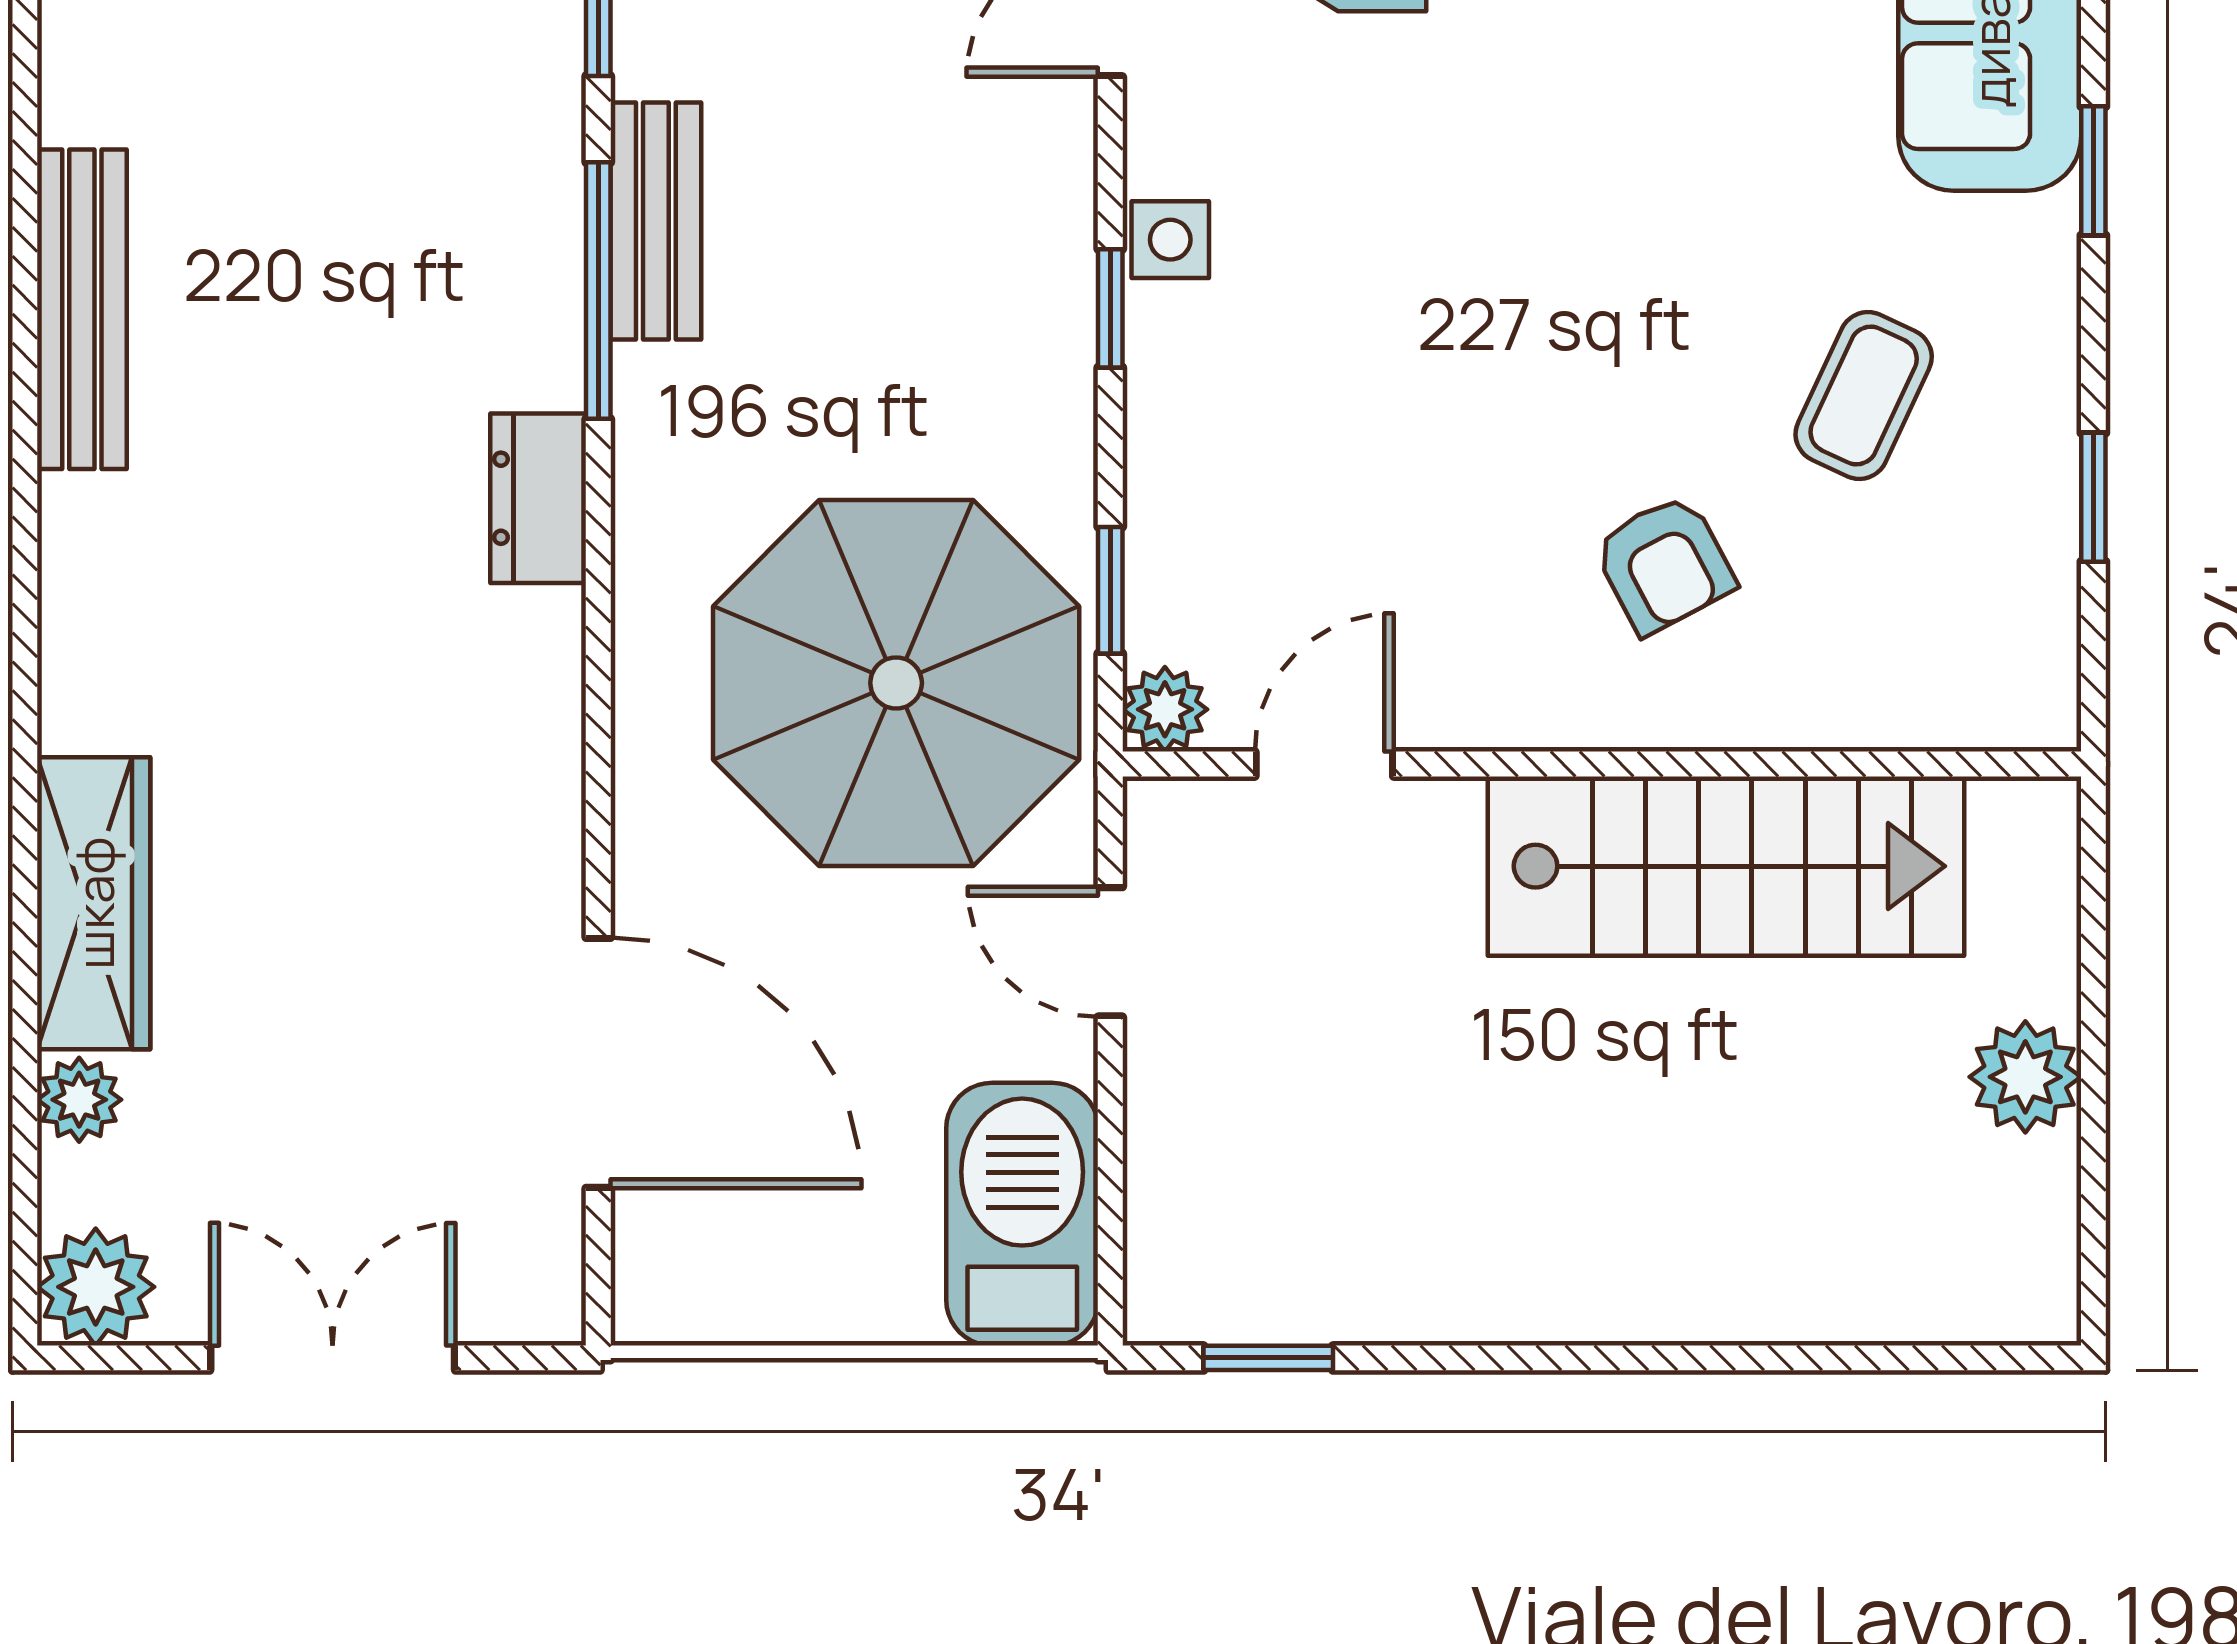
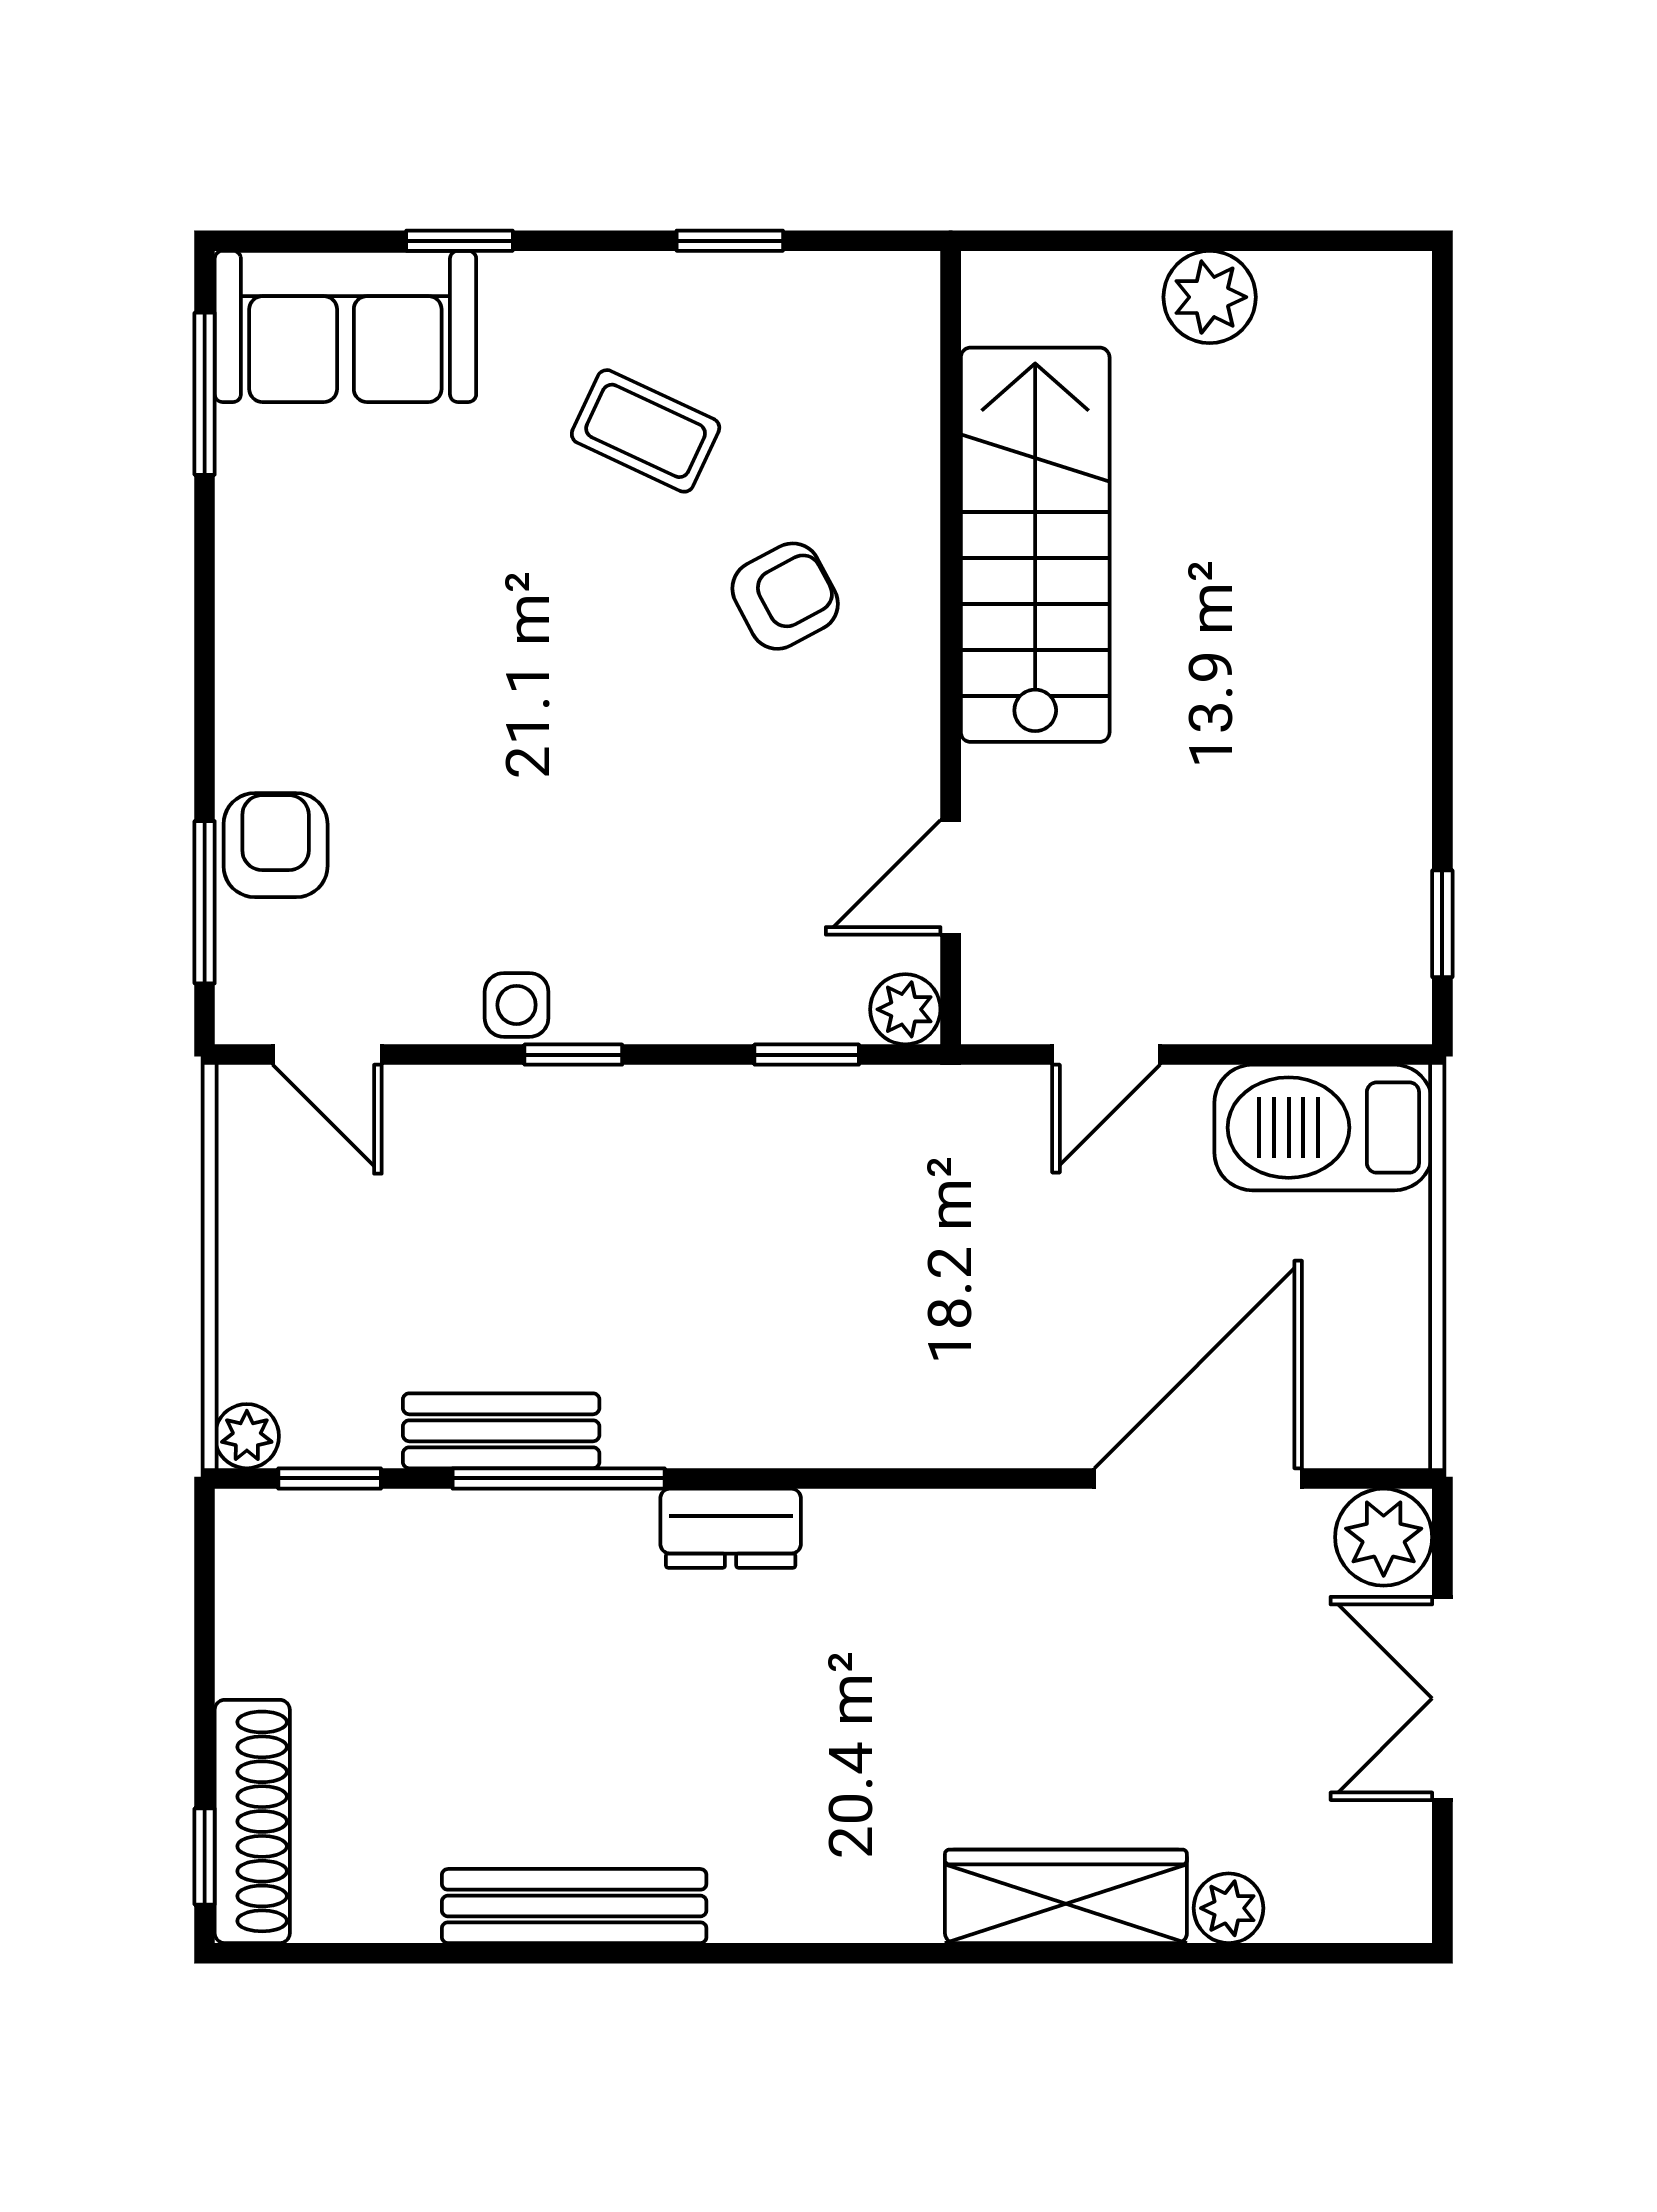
parasol: (896, 683) -> (884, 1232), removed
door: (1324, 764) -> (951, 877), hinge flipped
plant: (96, 1287) -> (1384, 1537), moved

